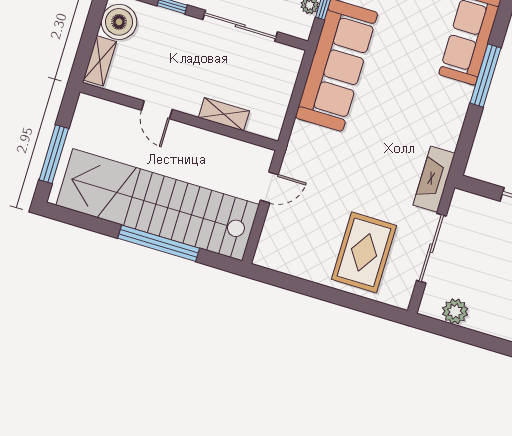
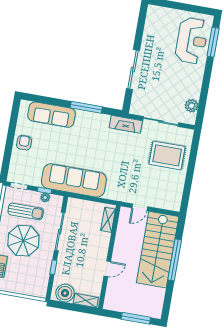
window: (485, 76) -> (86, 107), moved
shelving: (224, 114) -> (108, 220), moved
door: (269, 187) -> (140, 207), swing flipped
stairs: (158, 205) -> (158, 250), width x0.73

